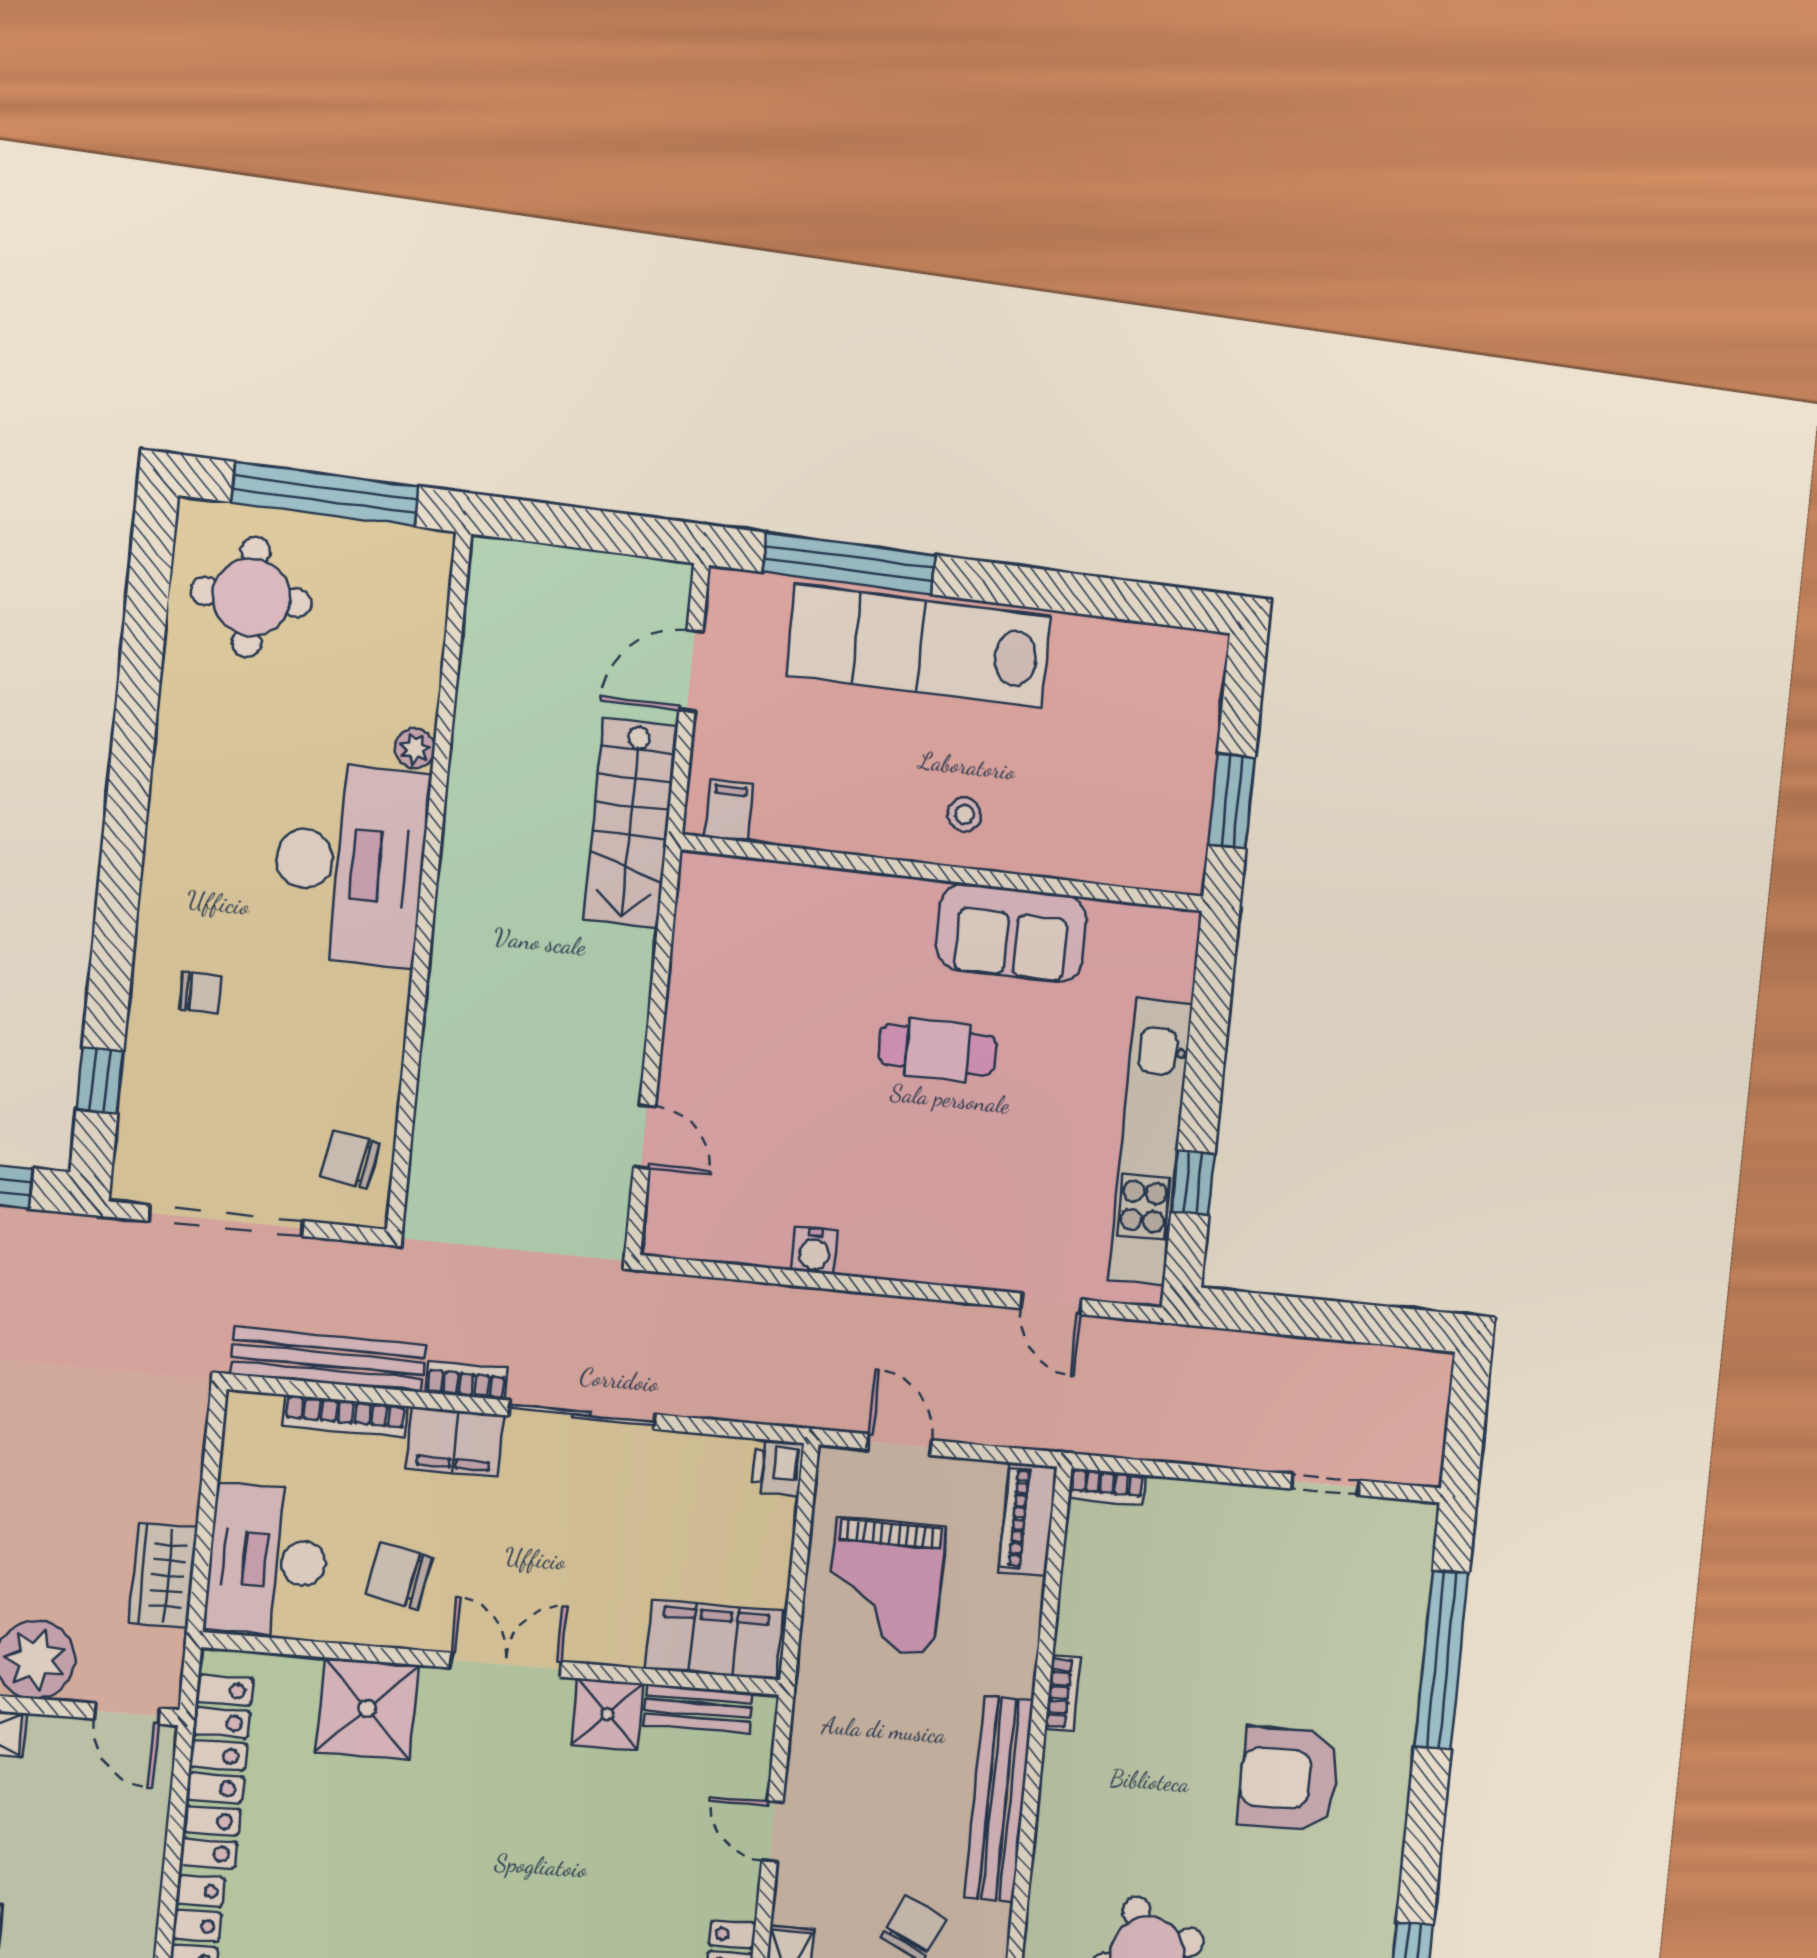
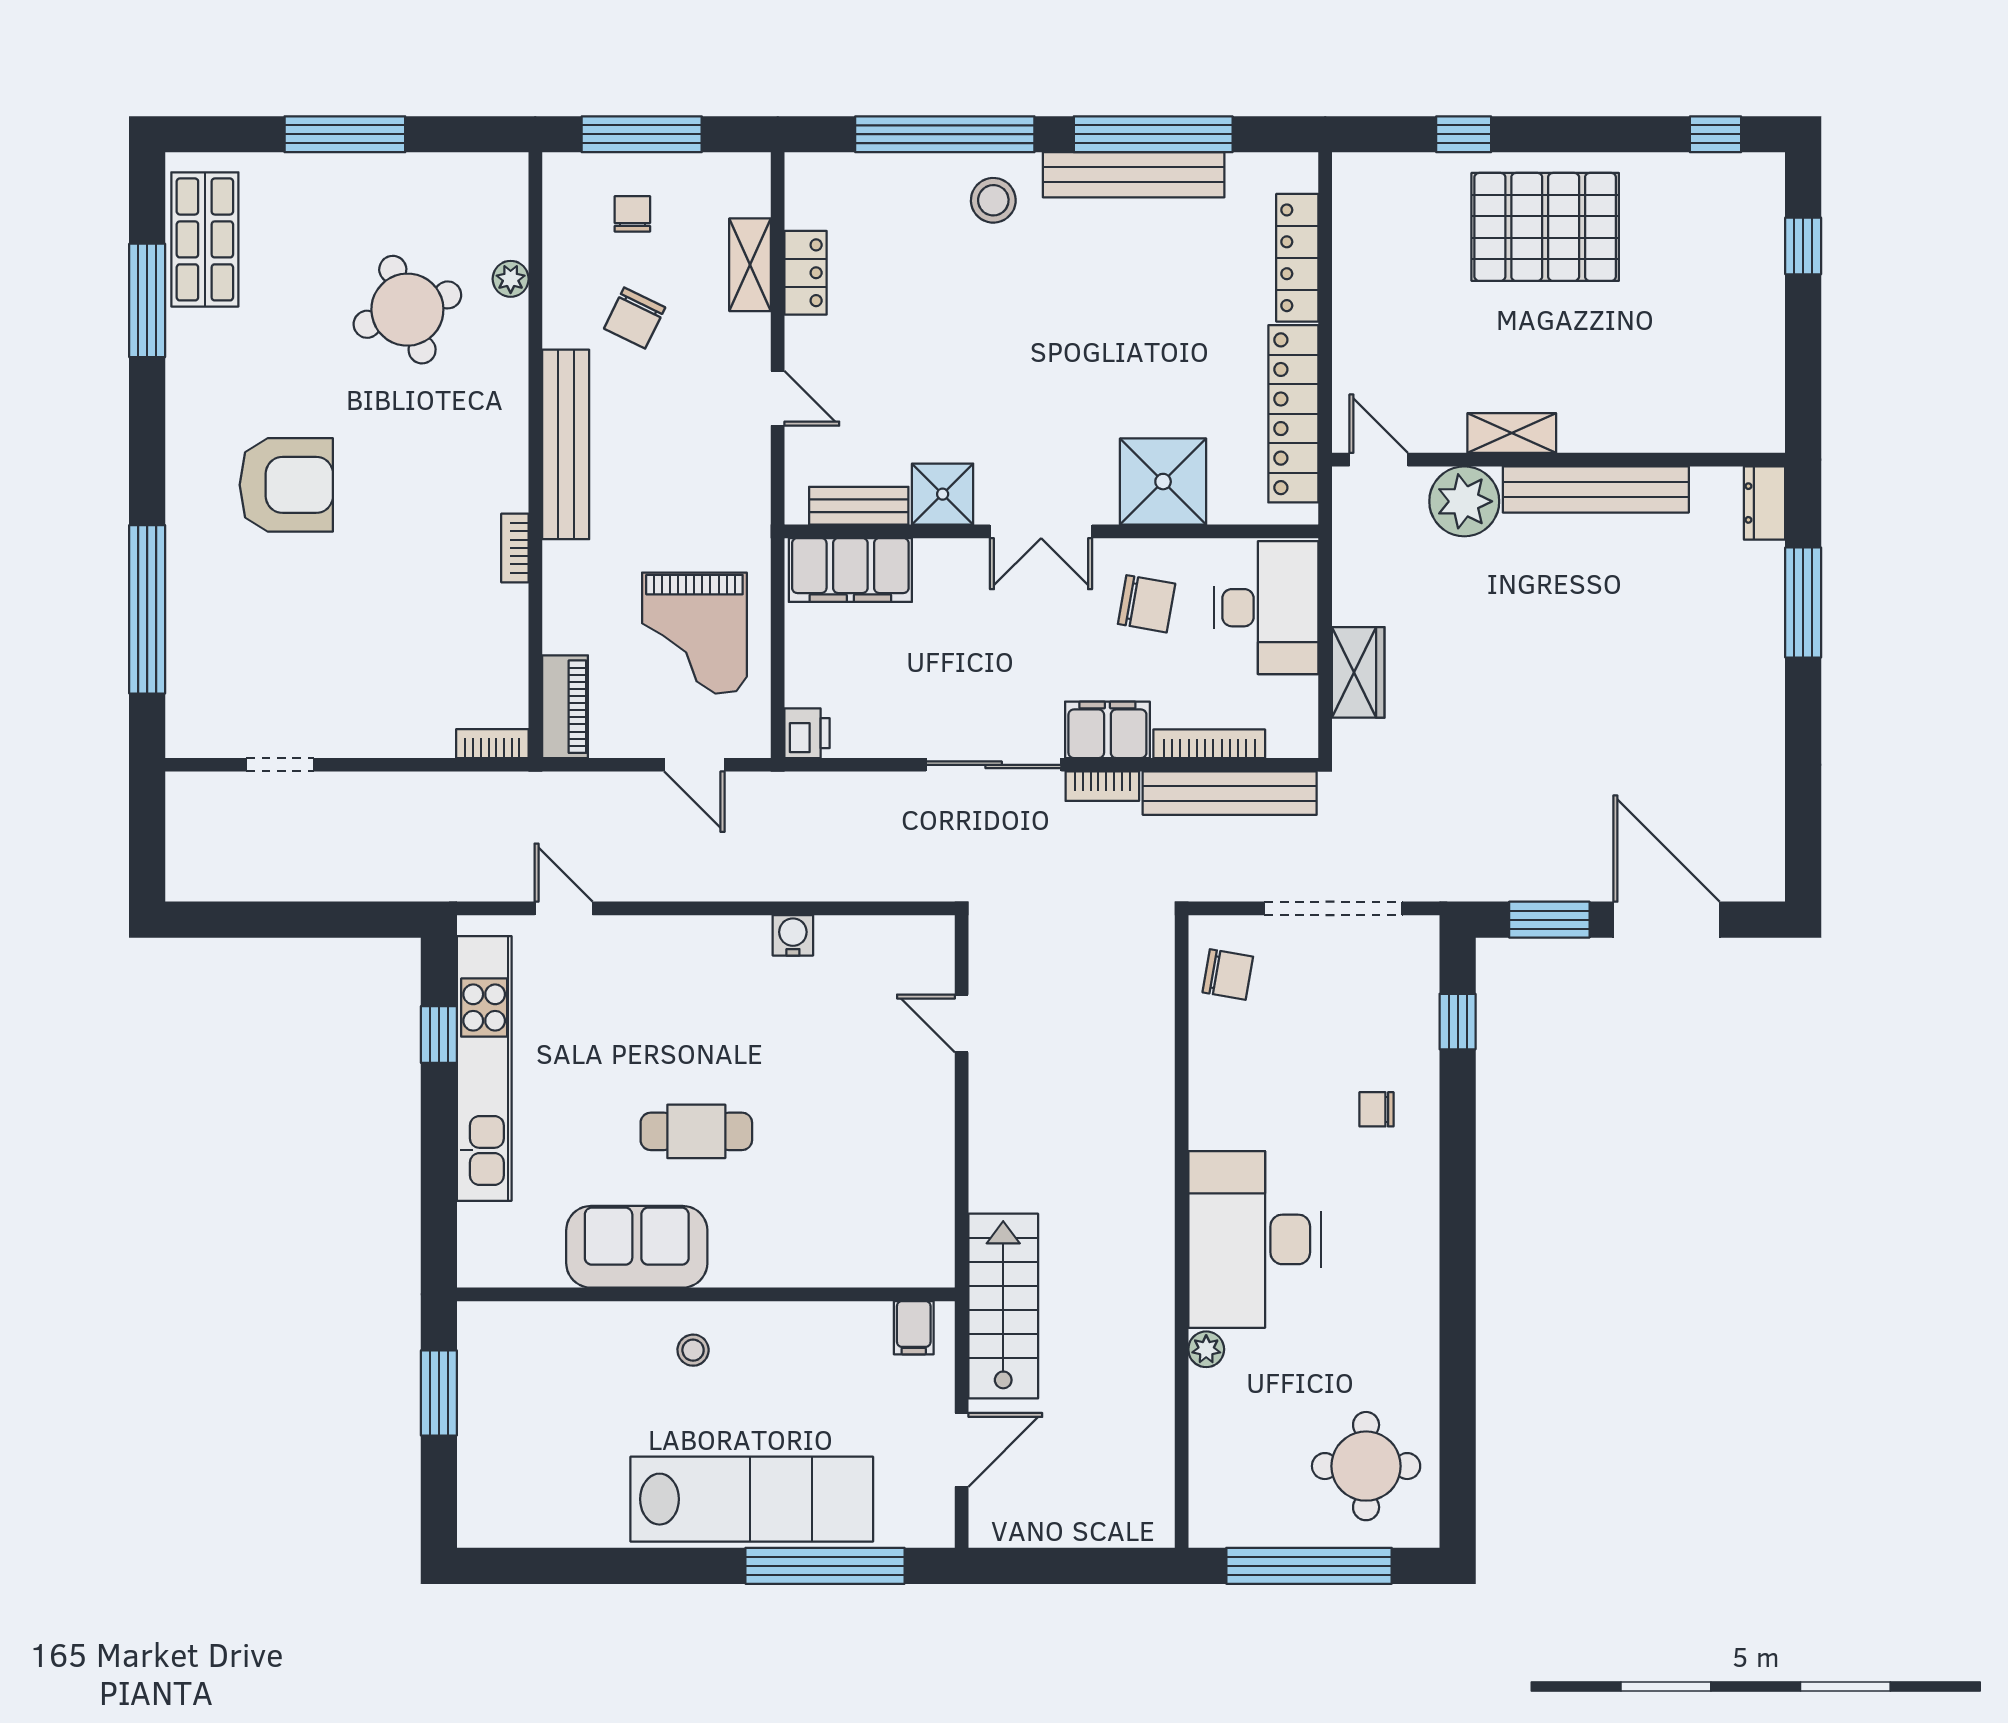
wardrobe: (163, 1575) -> (1358, 672), moved
grand piano: (885, 1586) -> (694, 633), turned 180

